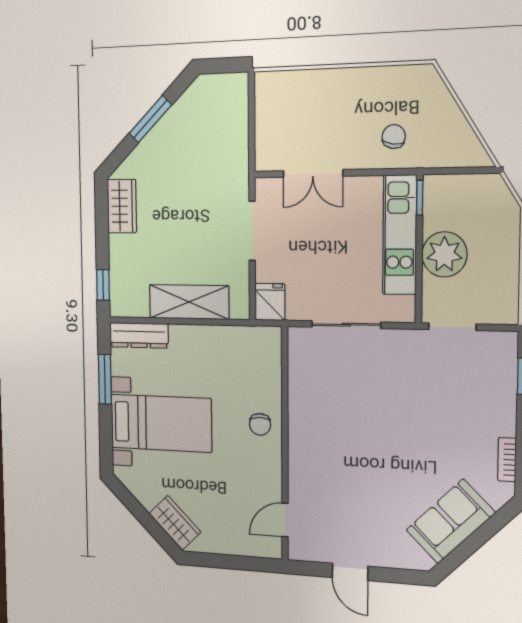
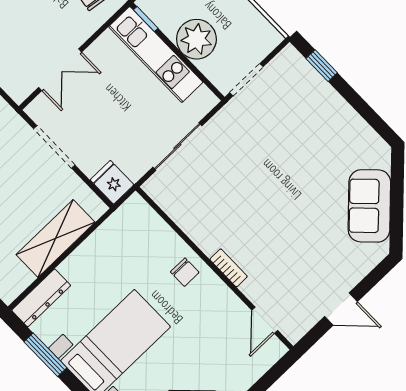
bookcase: (507, 460) -> (229, 268), moved, turned 180

